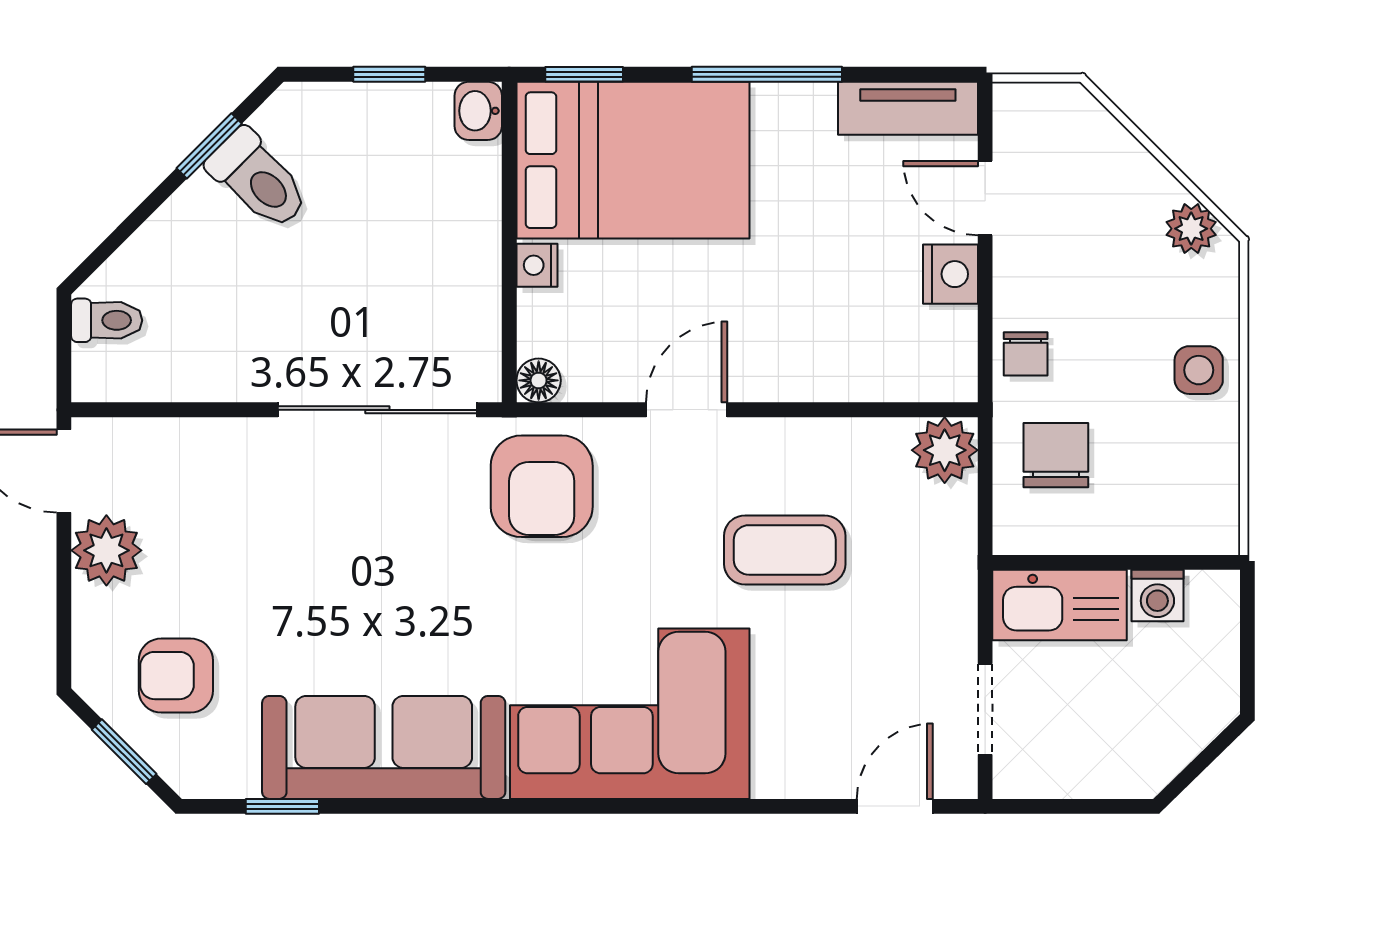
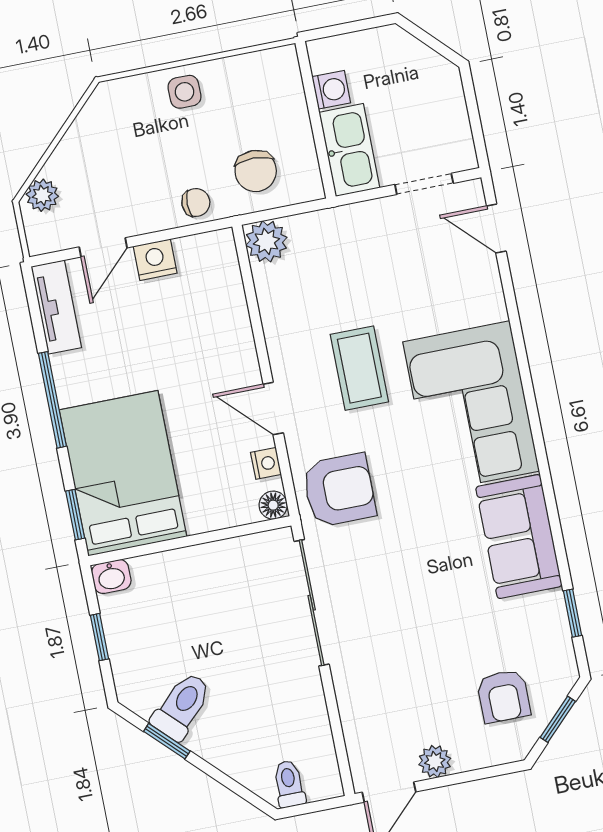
plant: (1191, 229) -> (42, 195), moved
nightstand: (537, 265) -> (266, 463), moved, turned -90
chair: (1056, 455) -> (256, 171), turned -89
plant: (106, 550) -> (435, 761), width x0.73, depth x0.73
coffee table: (785, 550) -> (359, 368), moved
sofa: (384, 747) -> (519, 537), width x0.73

